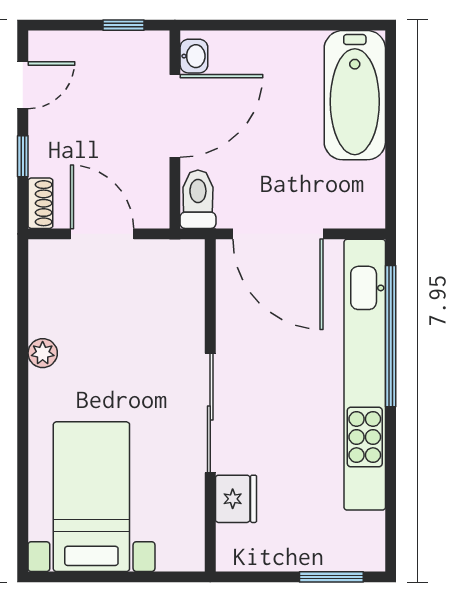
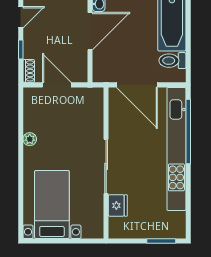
toilet: (198, 199) -> (172, 61), moved, turned -90

